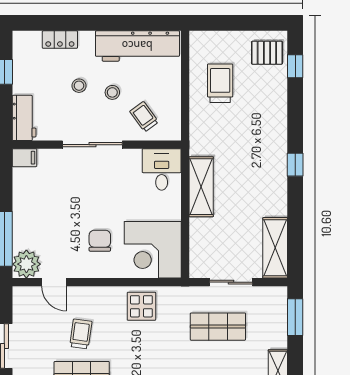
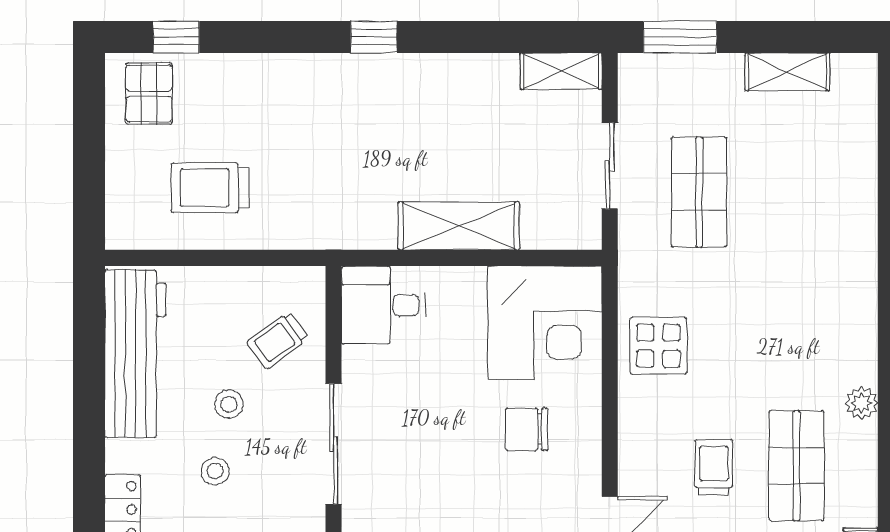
shelving: (201, 187) -> (459, 226), moved
shelving: (275, 248) -> (561, 71), width x0.67, depth x0.75
trolley: (81, 334) -> (714, 467), turned 82

